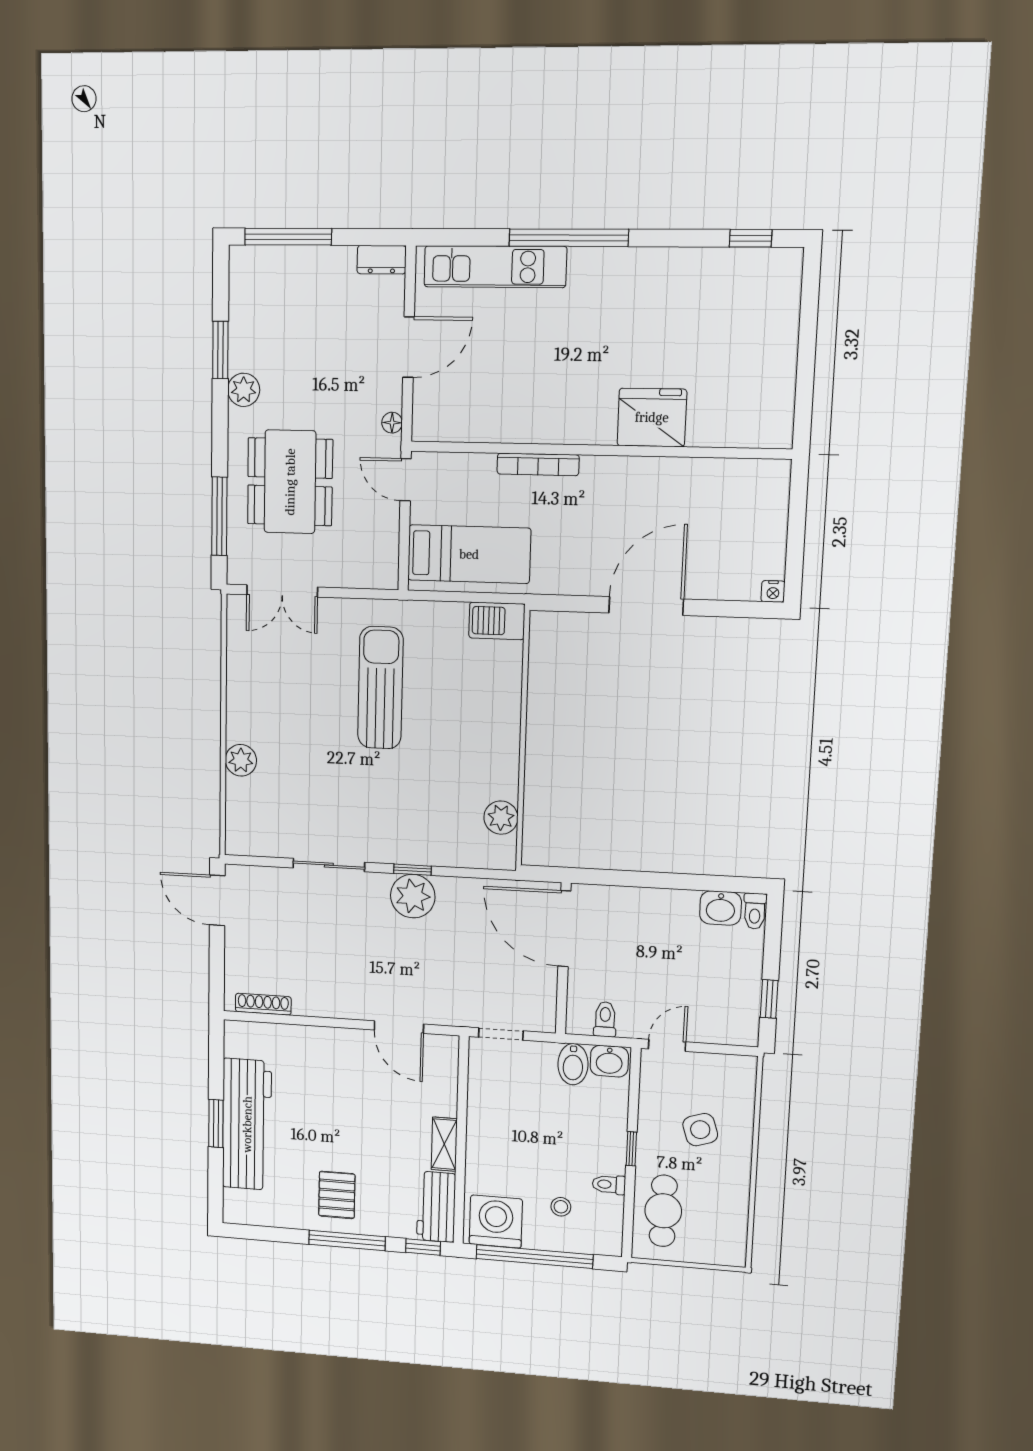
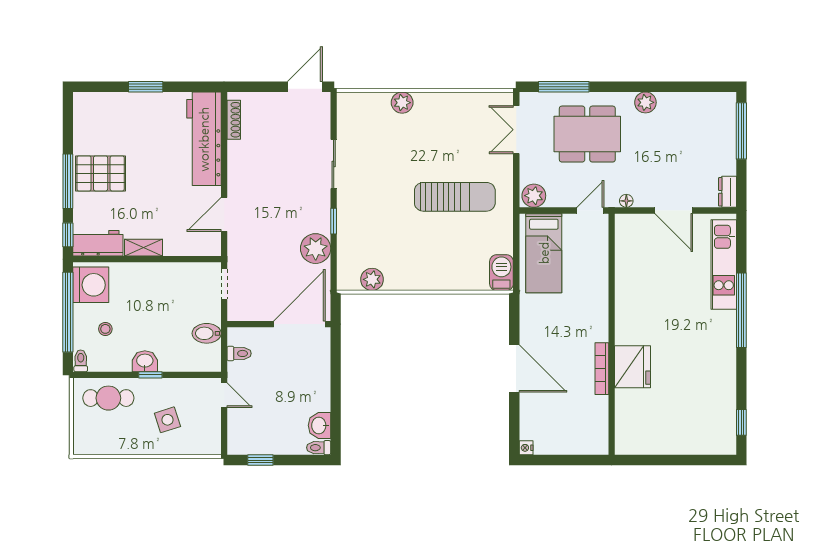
window: (220, 350) -> (670, 87), removed
bookcase: (538, 464) -> (602, 369), moved
plant: (381, 567) -> (534, 196), added
plant: (413, 896) -> (316, 249), moved
washbasin: (609, 1061) -> (145, 361), moved, turned 90
workbench: (247, 1124) -> (204, 139), moved, turned 90
toilet: (609, 1185) -> (81, 361), moved
pallet: (337, 1195) -> (101, 173), width x1.50, depth x1.42

